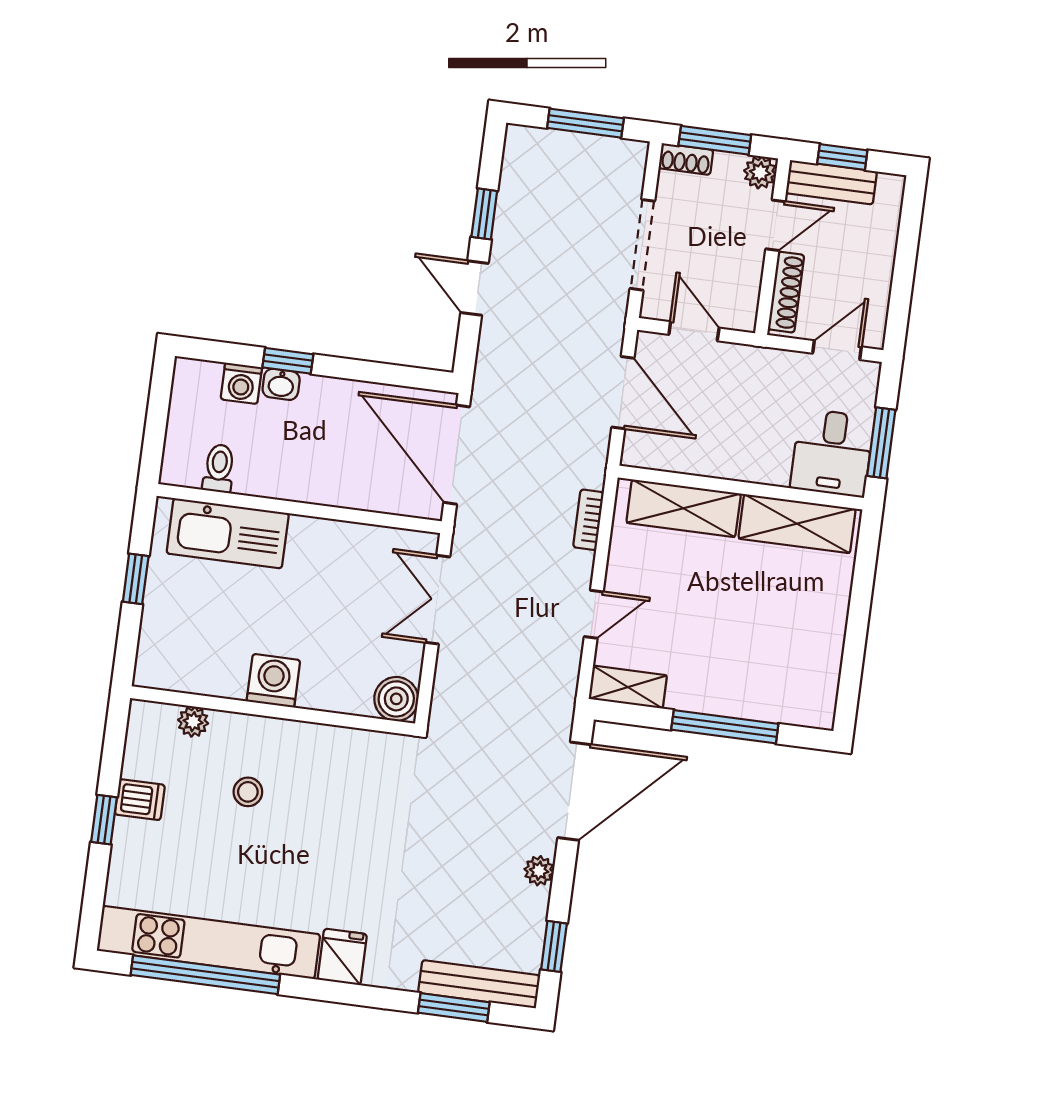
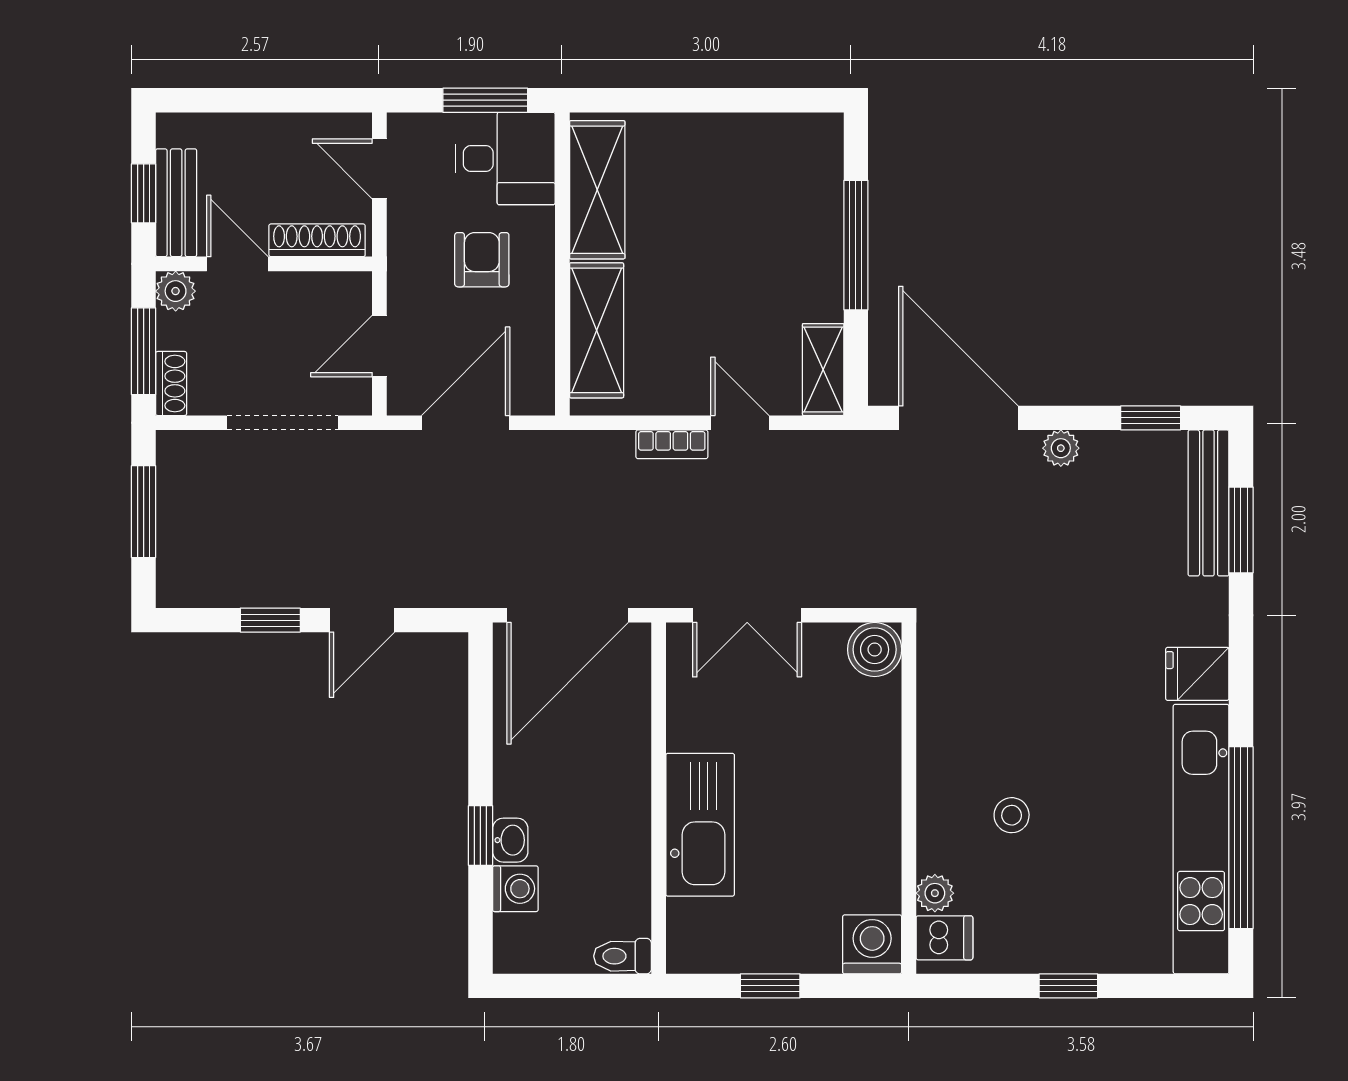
armchair: (753, 423) -> (482, 260), added
toilet: (219, 468) -> (622, 956), moved
bookcase: (588, 520) -> (672, 444), moved
kitchen sink: (228, 533) -> (700, 825), moved
washing machine: (273, 681) -> (872, 944), moved, turned 90
dishwasher: (140, 800) -> (944, 938), moved, turned 90

